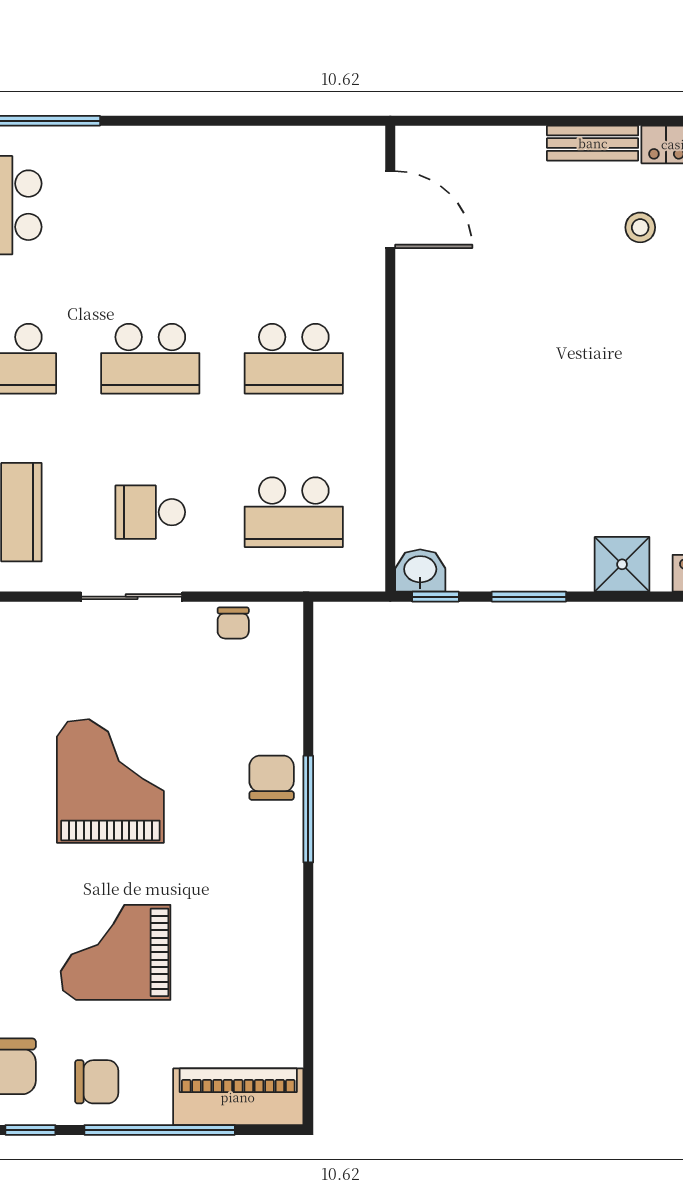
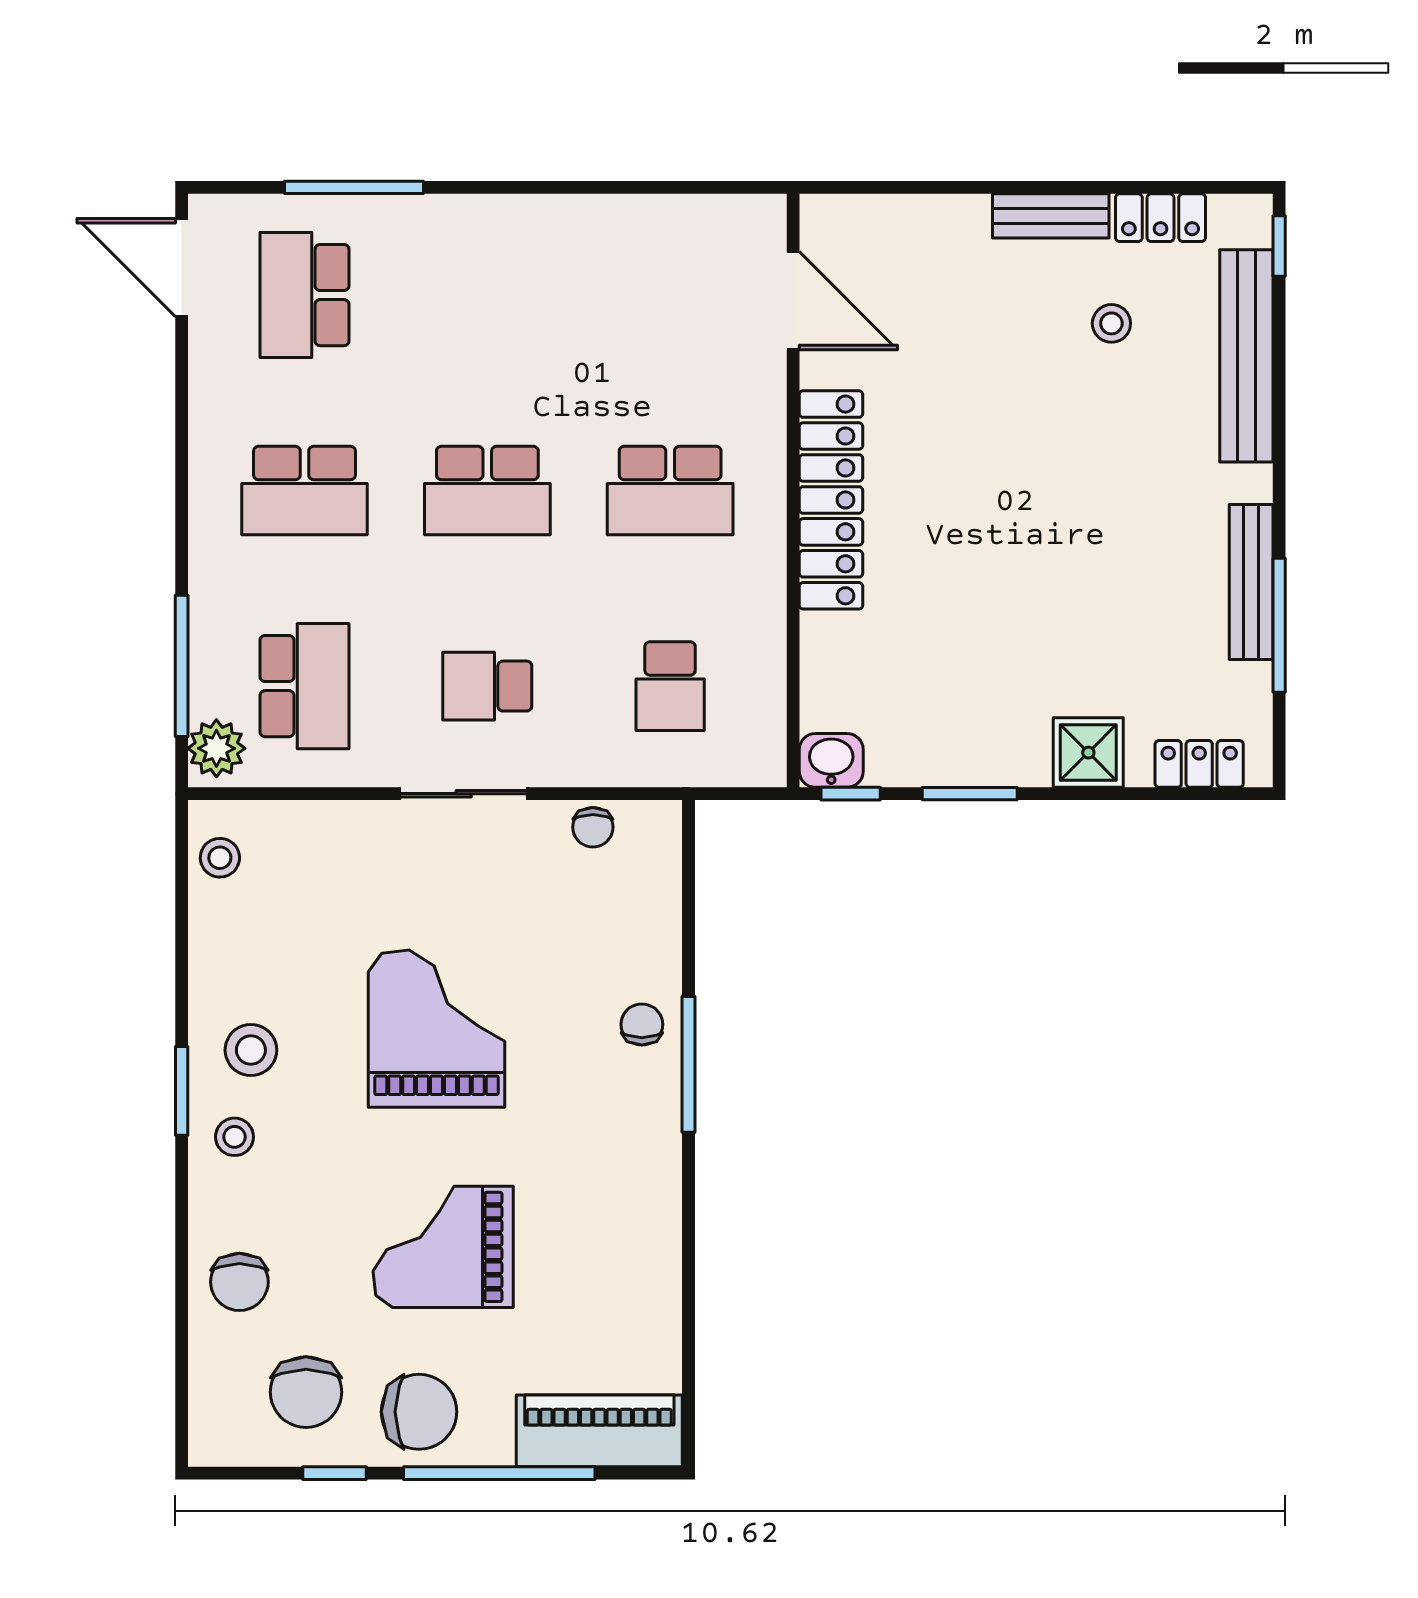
locker: (420, 366) -> (831, 500), added
school desk: (294, 512) -> (670, 686), width x0.54
chair: (272, 778) -> (642, 1024), width x0.73, depth x0.73
chair: (97, 1082) -> (419, 1412), width x1.37, depth x1.37

